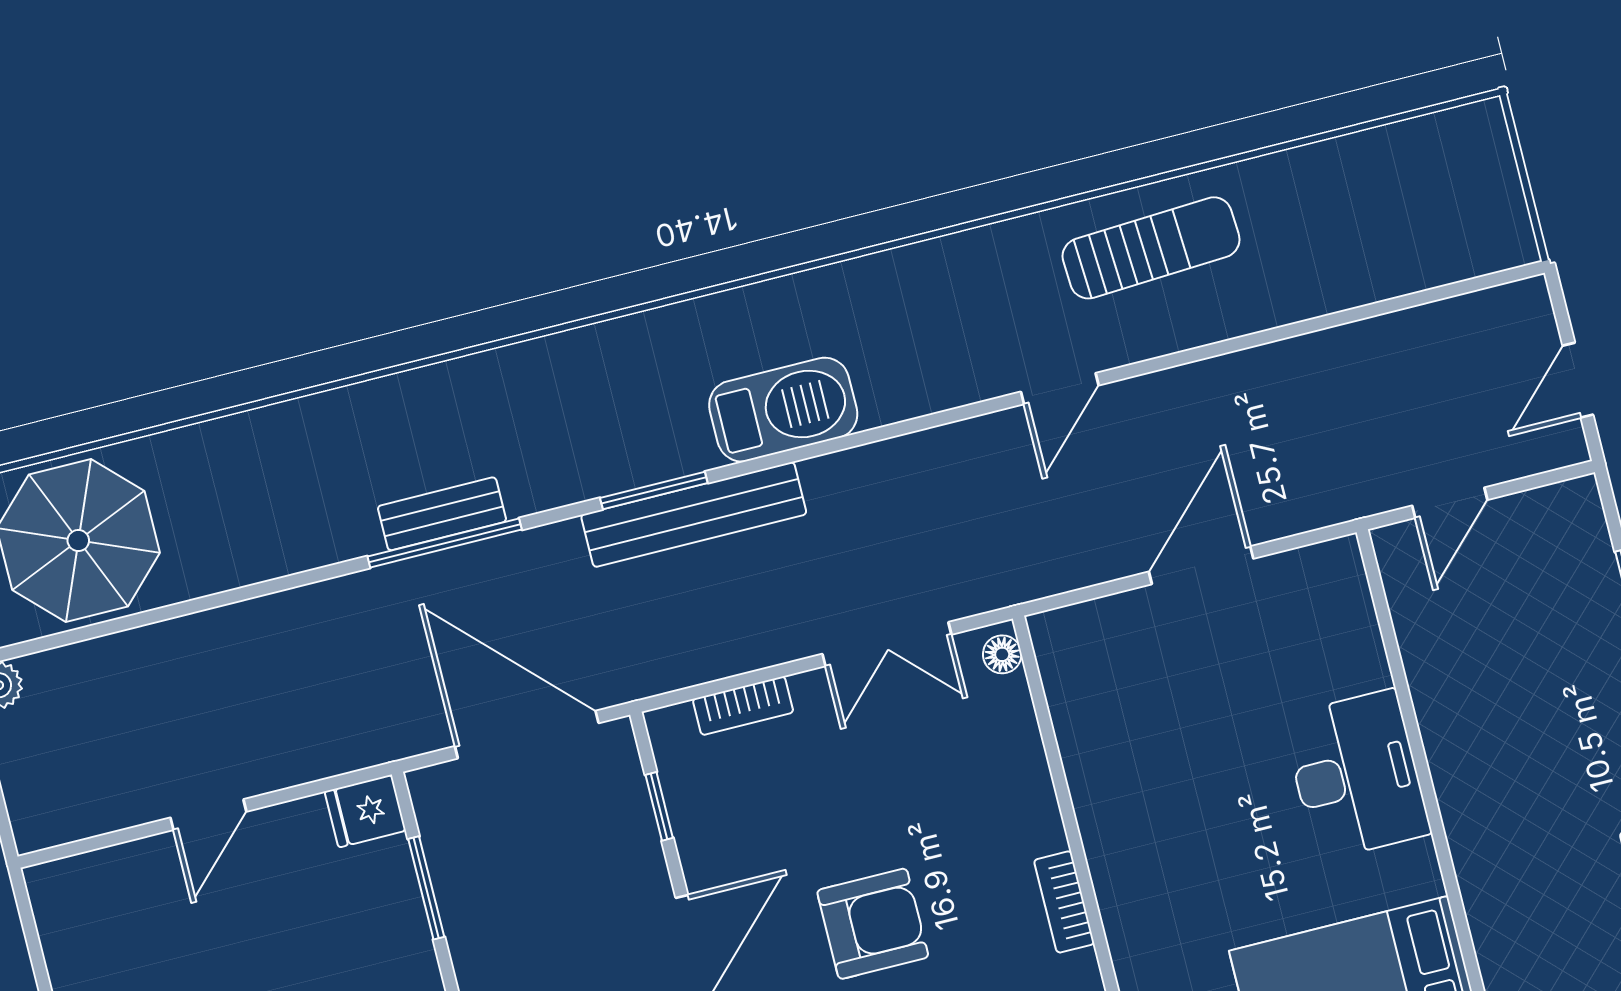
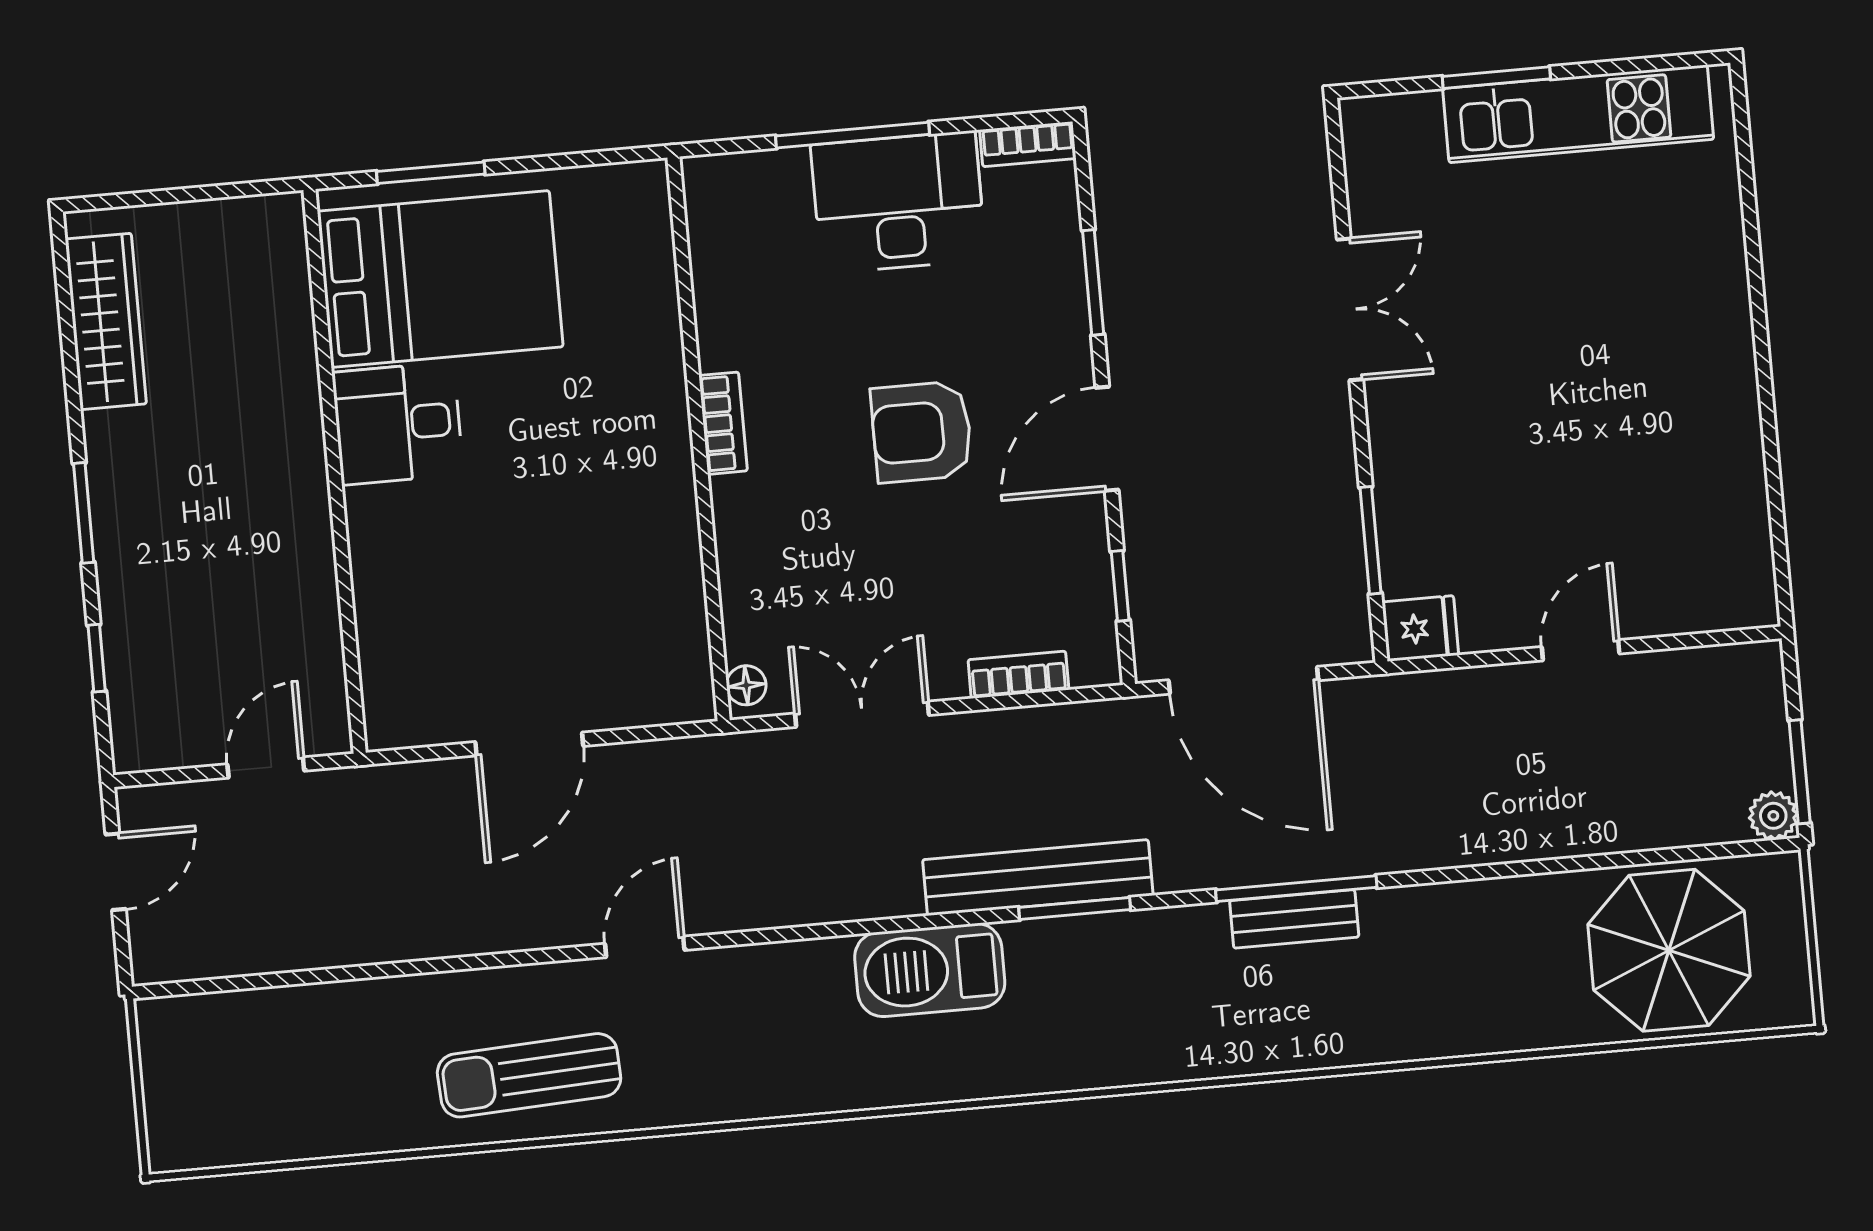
desk: (1356, 775) -> (398, 423), moved, width x0.73

